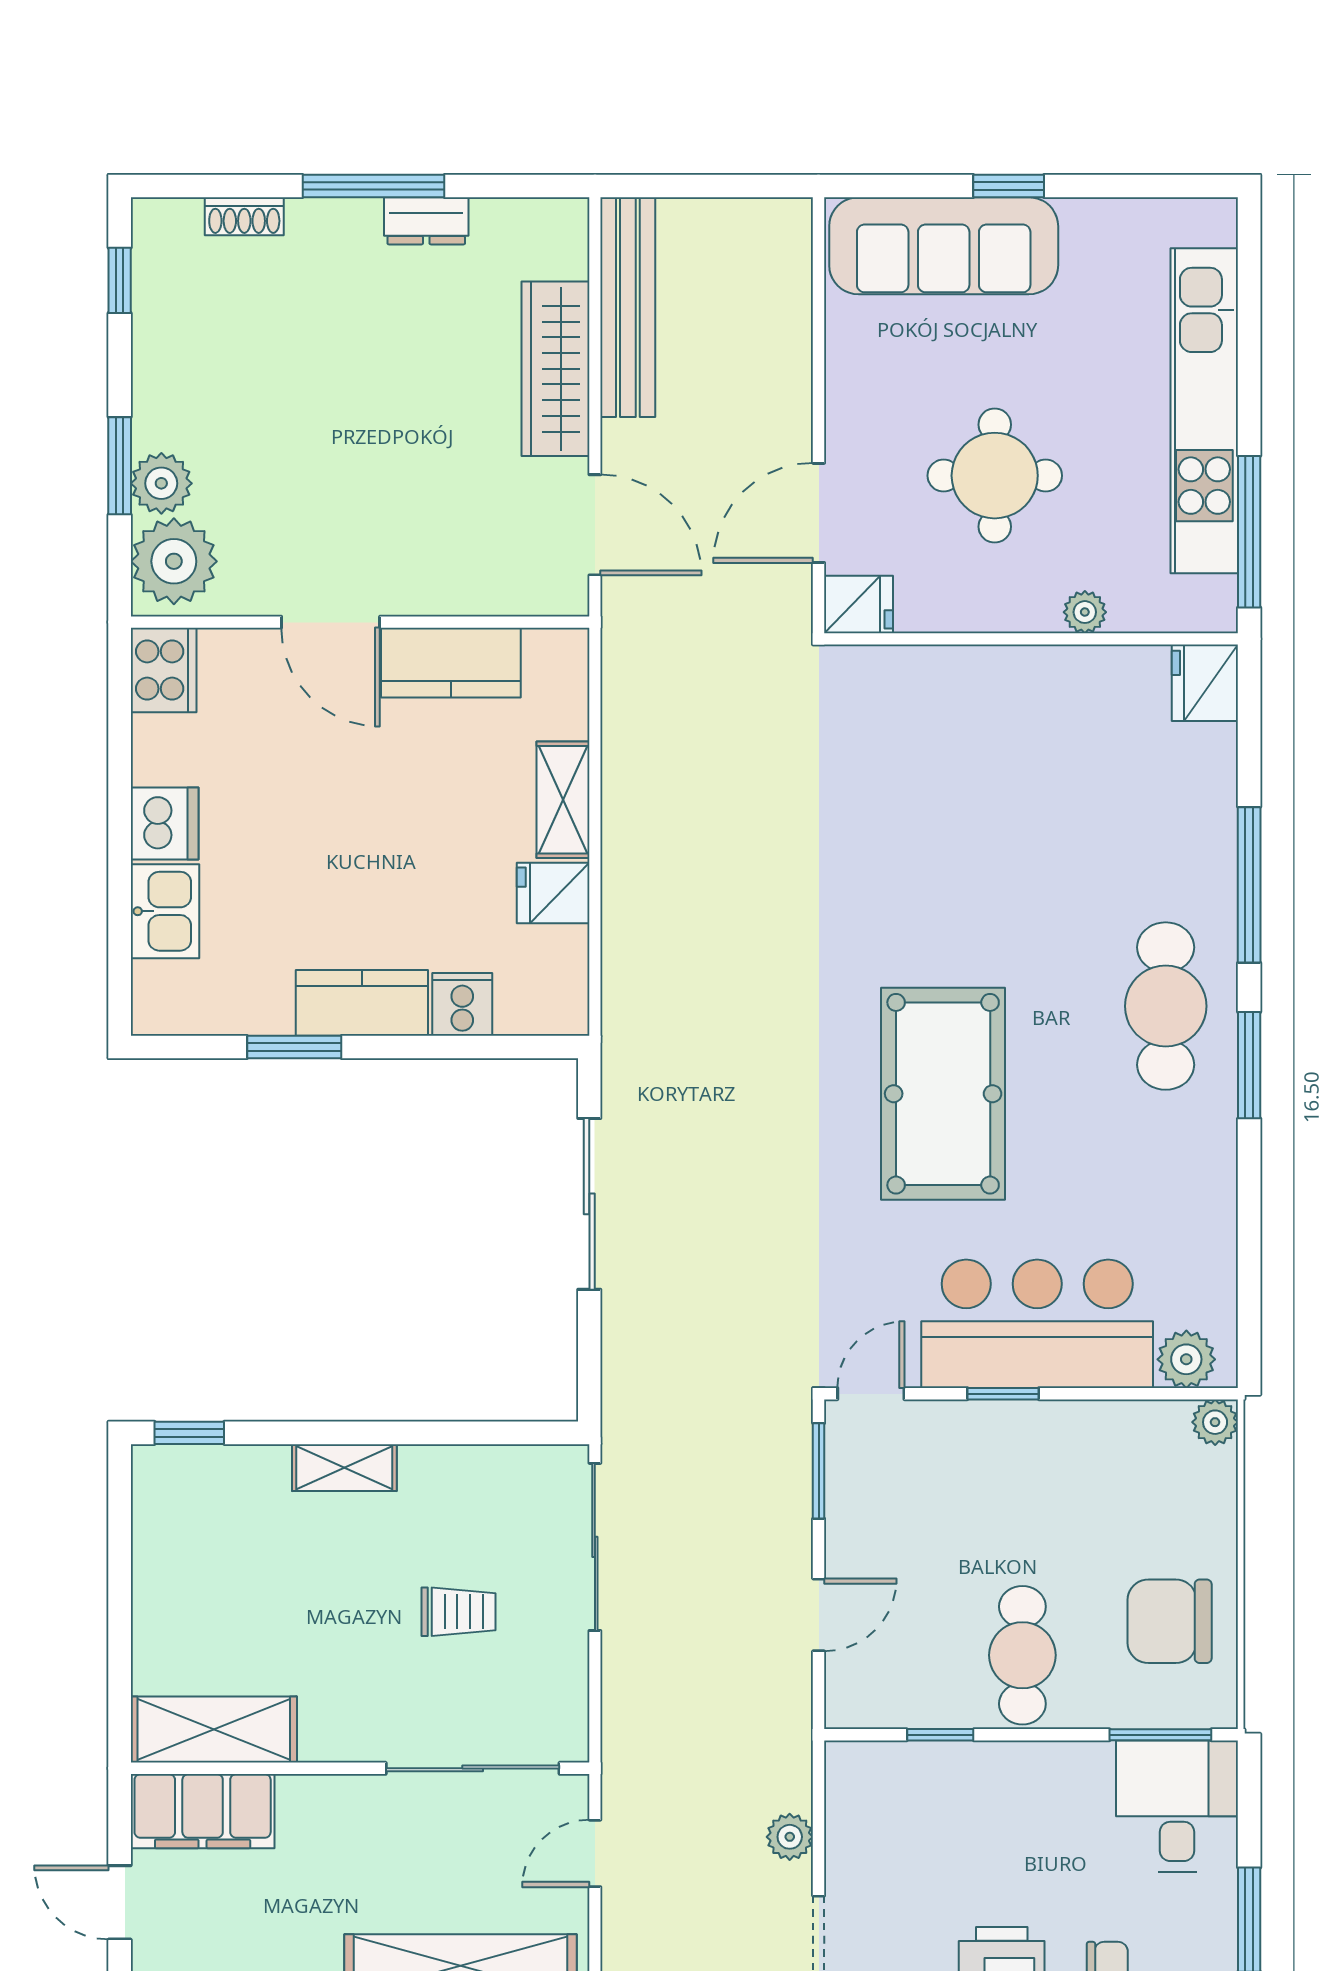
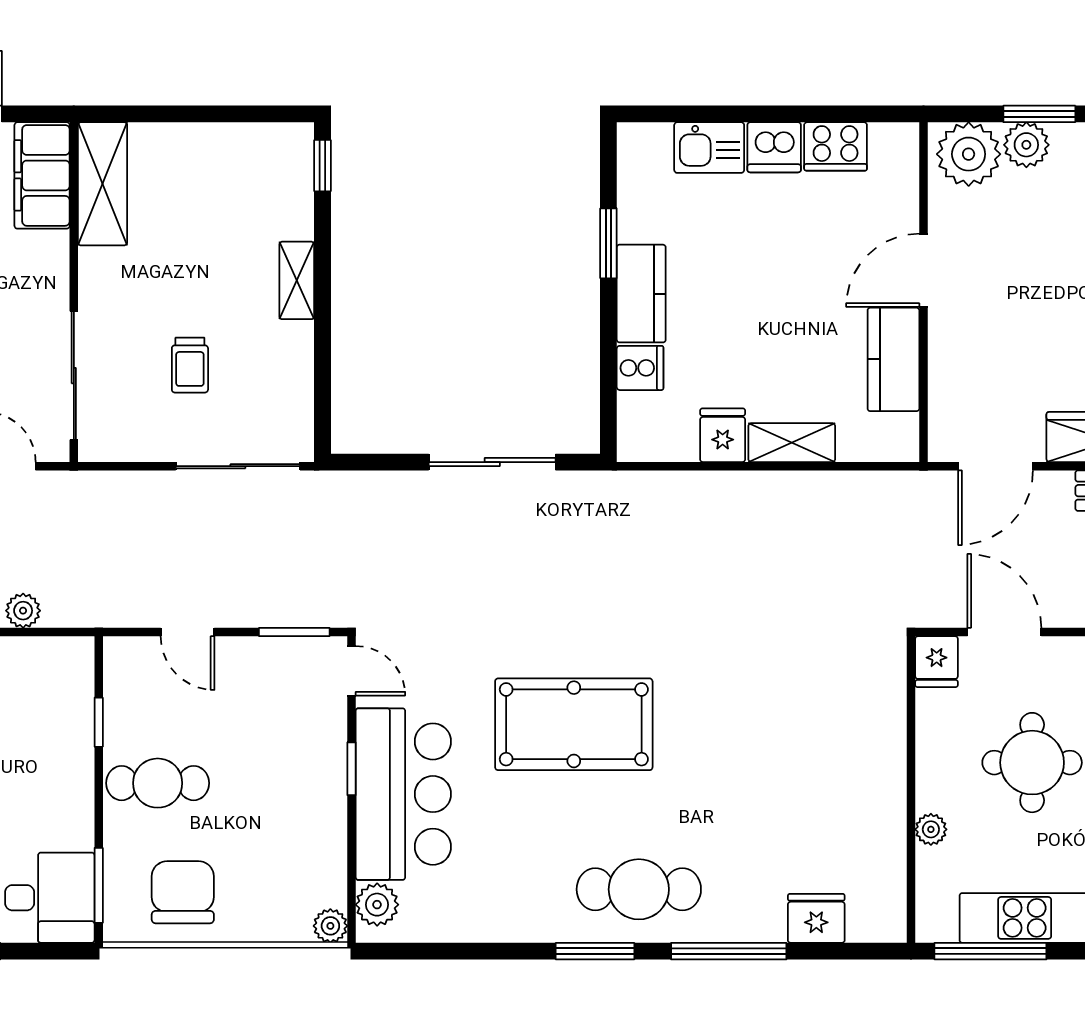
cooker: (164, 670) -> (836, 146), moved
fridge: (1205, 683) -> (816, 918), moved

